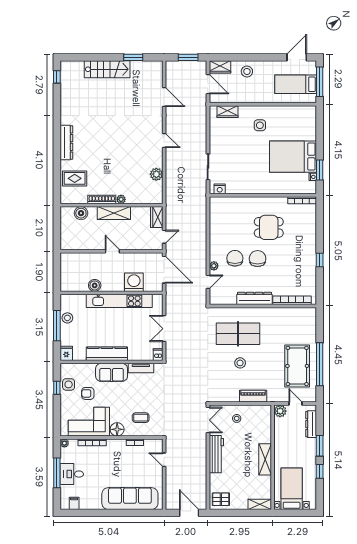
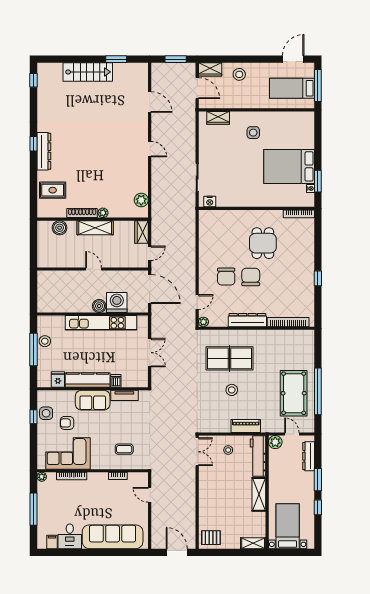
window: (57, 135) -> (34, 144), added
plant: (156, 174) -> (141, 200), moved
dining table: (269, 227) -> (263, 243), turned 90
chair: (235, 258) -> (226, 277), turned 180
plant: (214, 266) -> (203, 322), moved
boiler: (95, 285) -> (99, 306), moved
double door: (164, 329) -> (150, 353), swing flipped
fridge: (66, 353) -> (58, 380), moved
dishwasher: (158, 355) -> (116, 381), moved
floor lamp: (117, 429) -> (99, 462), removed
workbench: (216, 454) -> (258, 456), moved, turned 180
desk: (72, 474) -> (70, 536), moved, turned -90

